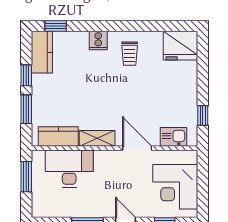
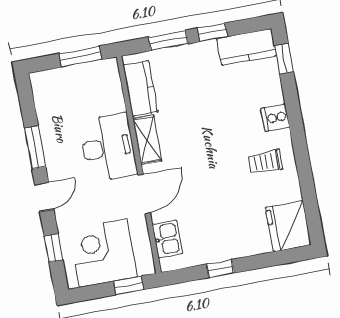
window: (203, 116) -> (220, 269), moved
desk: (69, 169) -> (108, 147), moved
window: (203, 172) -> (129, 285), added

